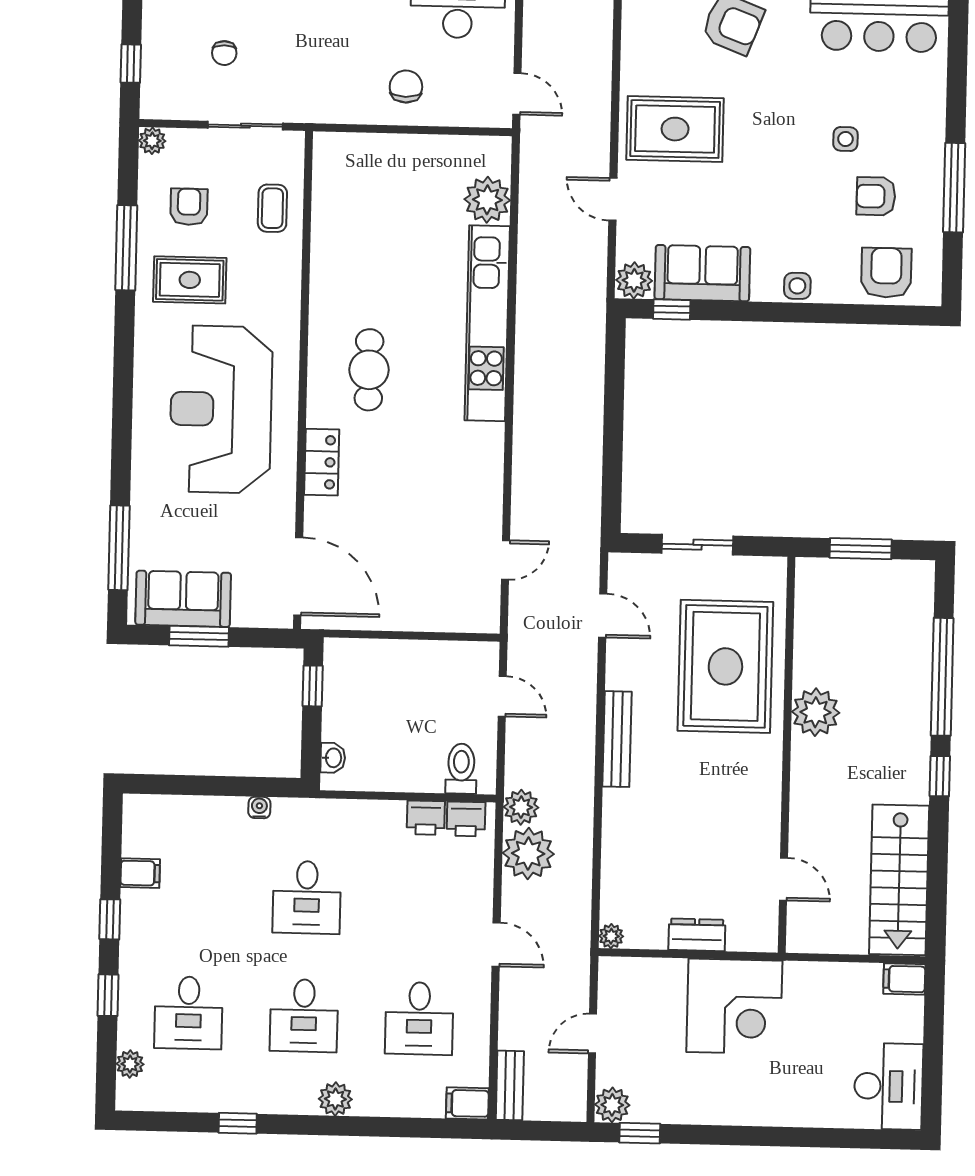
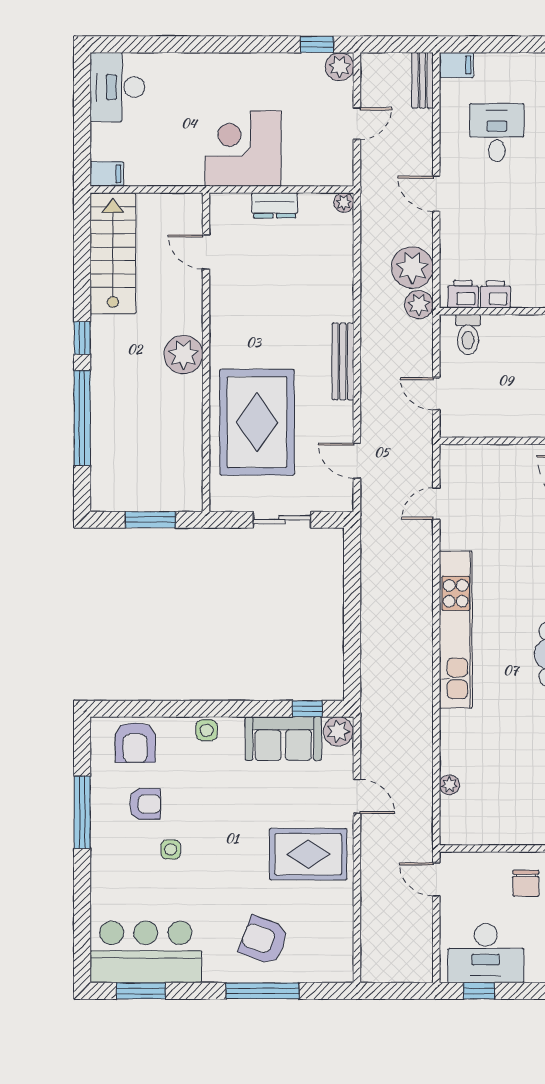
plant: (487, 200) -> (449, 785), width x0.53, depth x0.53
kitchen unit: (487, 323) -> (456, 630), moved
plant: (816, 712) -> (183, 355), moved

